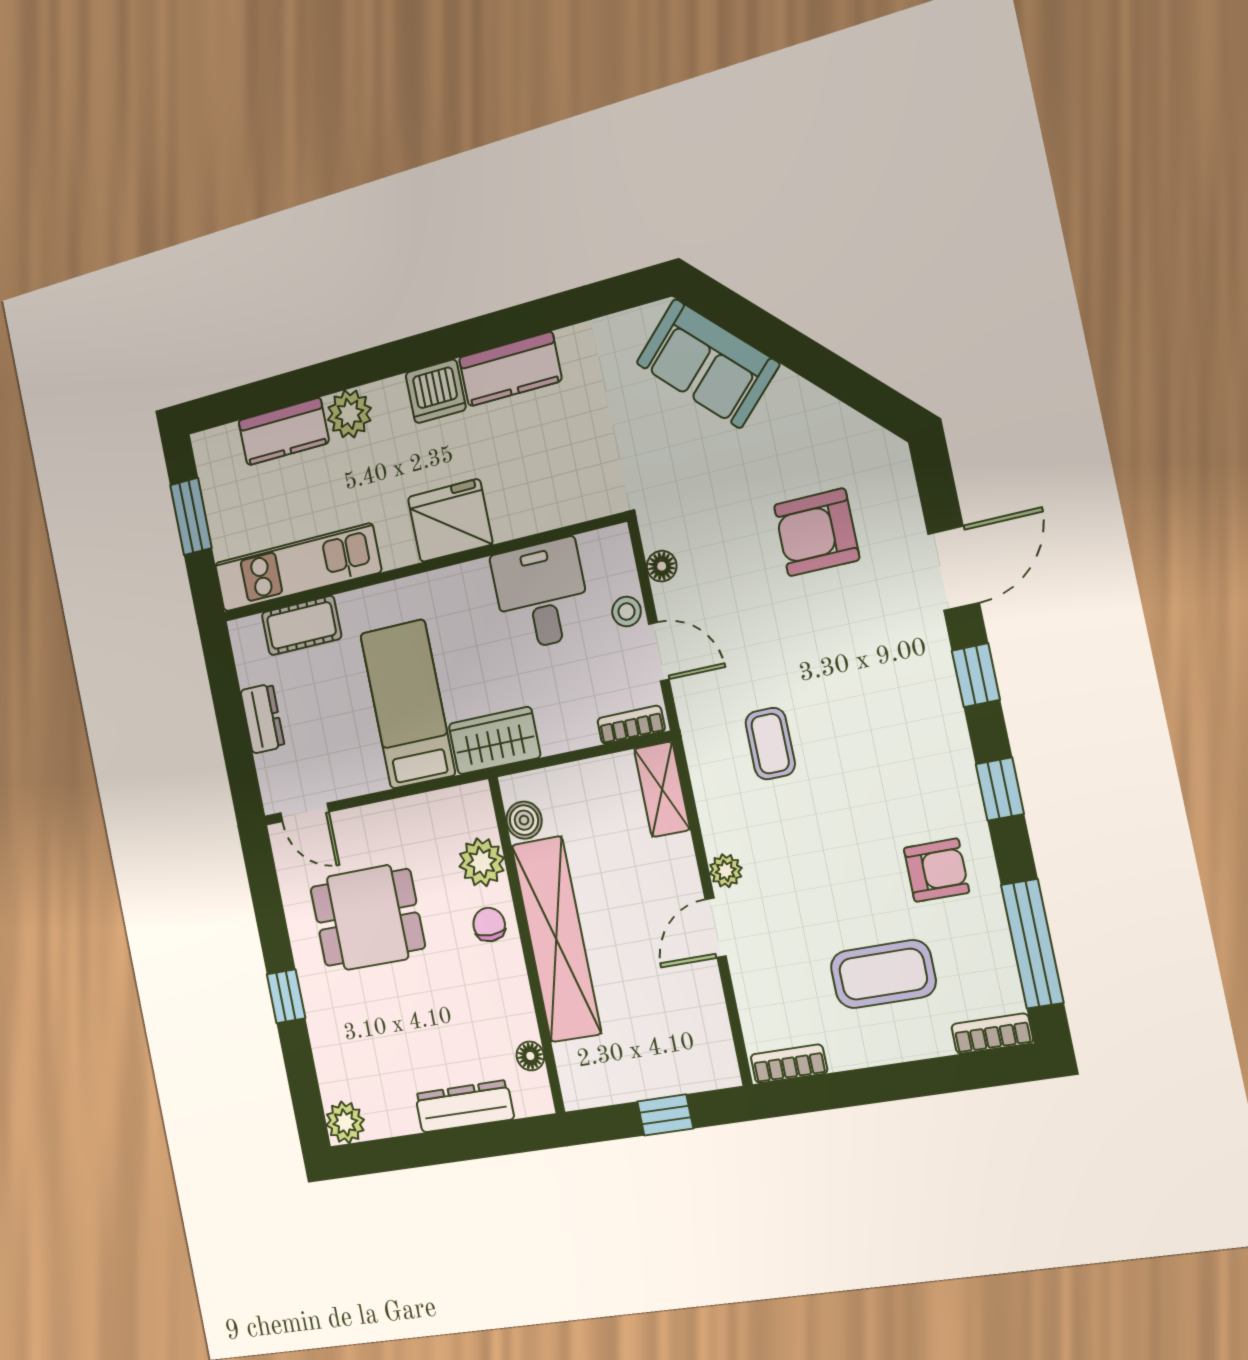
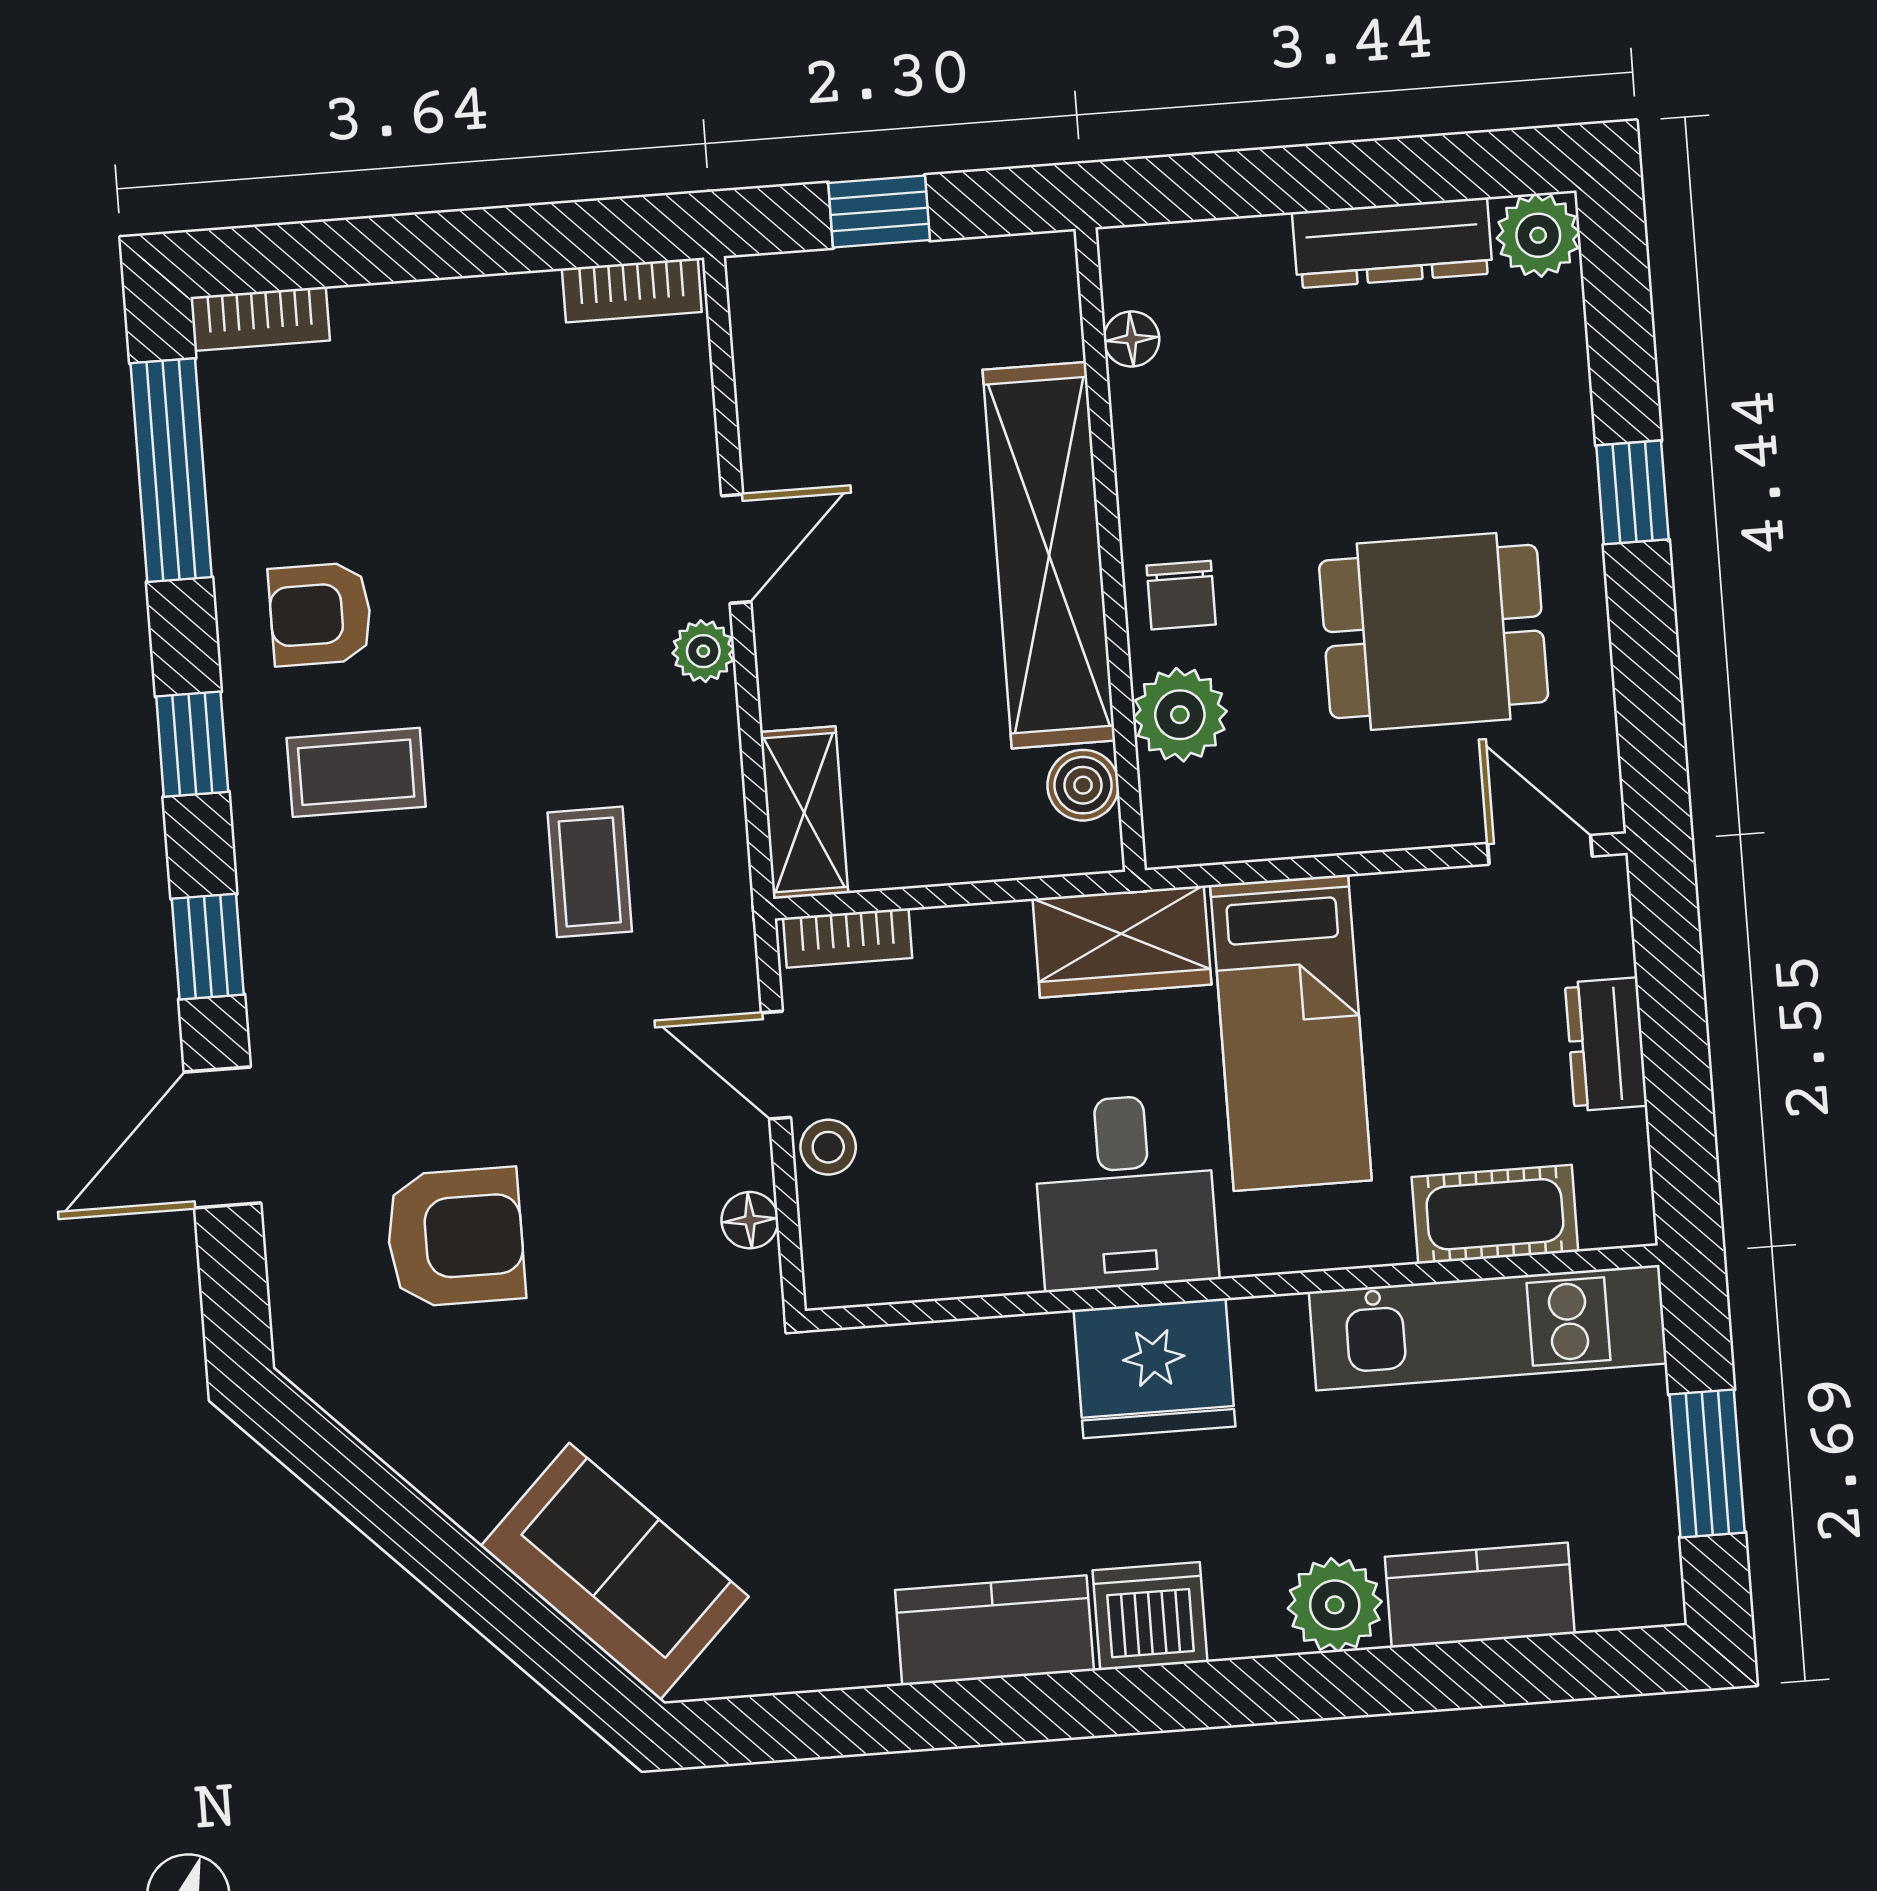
desk: (541, 595) -> (1125, 1192), moved
coffee table: (883, 974) -> (356, 772), moved, width x0.73, depth x0.77
dresser: (464, 1106) -> (1392, 243), moved

